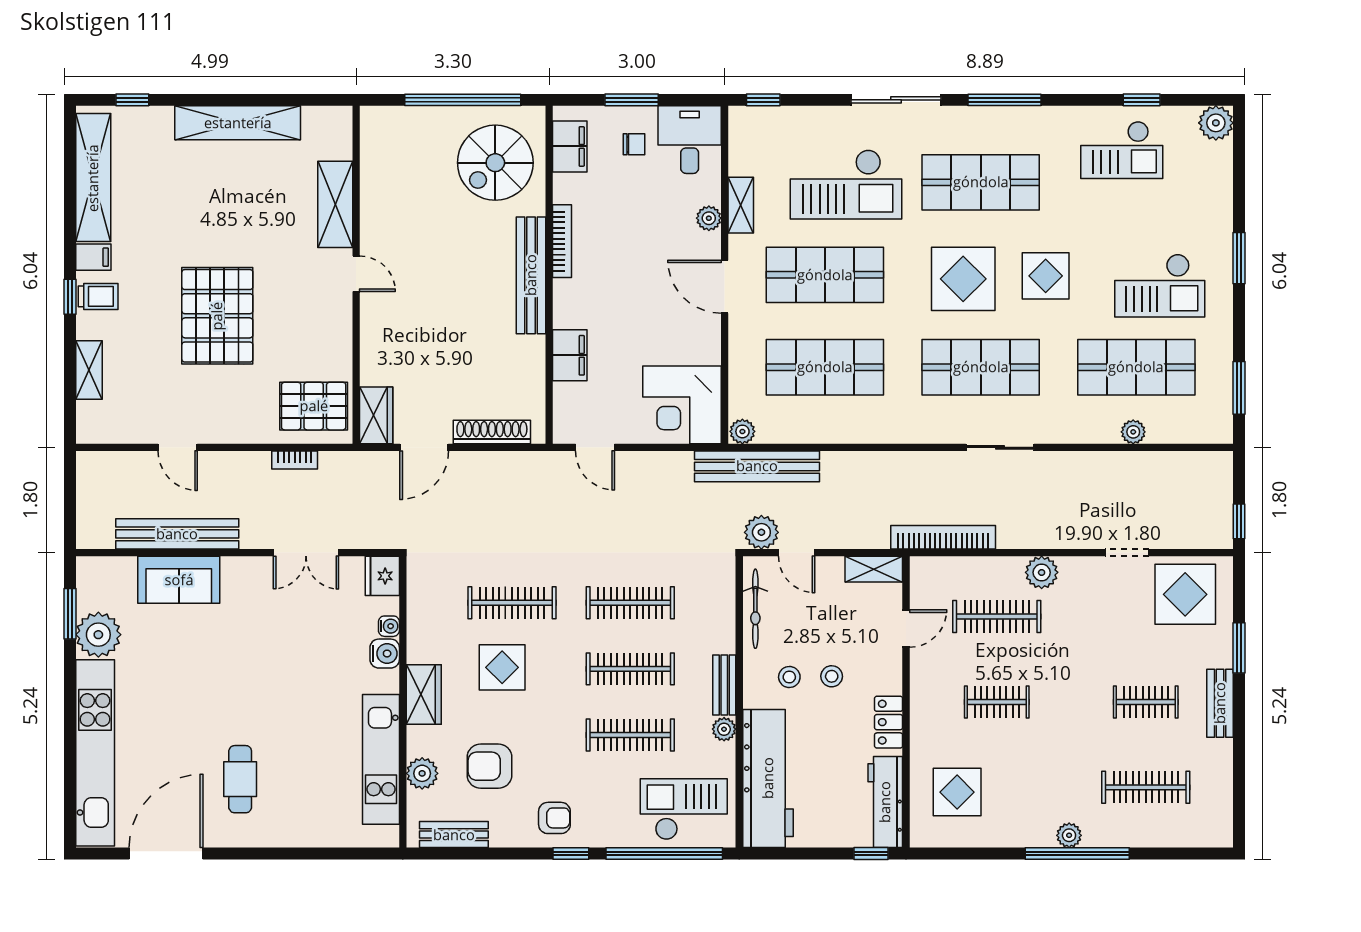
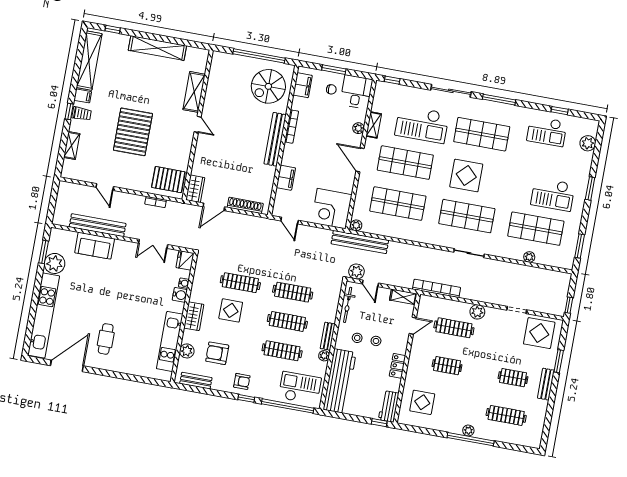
plant: (1216, 123) -> (588, 143), moved
display table: (1046, 276) -> (503, 181), removed
workbench: (885, 802) -> (389, 406), width x0.73

